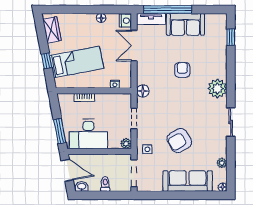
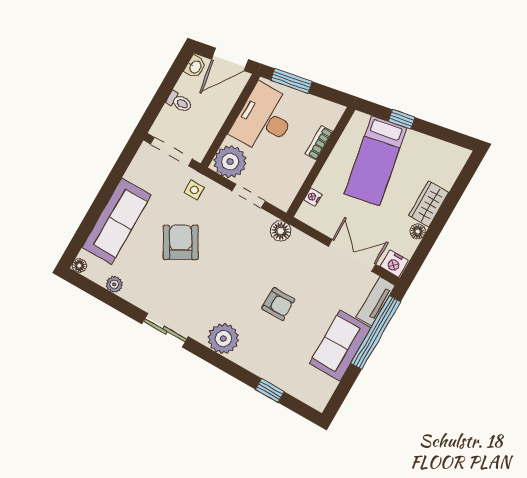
wardrobe: (52, 30) -> (429, 204), moved, turned 101
window: (231, 37) -> (270, 391), moved
plant: (126, 144) -> (230, 162), width x1.88, depth x1.88

